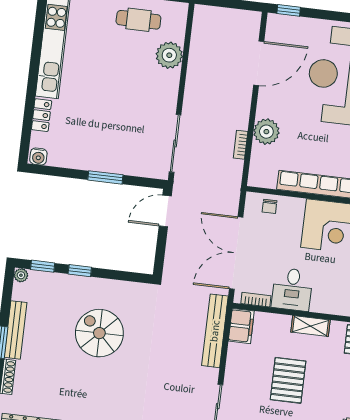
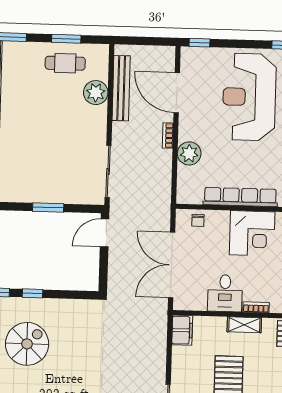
door: (259, 63) -> (177, 93), swing flipped
bookcase: (241, 145) -> (168, 136), moved
bookcase: (256, 300) -> (256, 307), moved
bench: (215, 331) -> (121, 88), moved
spiral stairs: (99, 333) -> (27, 344), moved, turned 90

